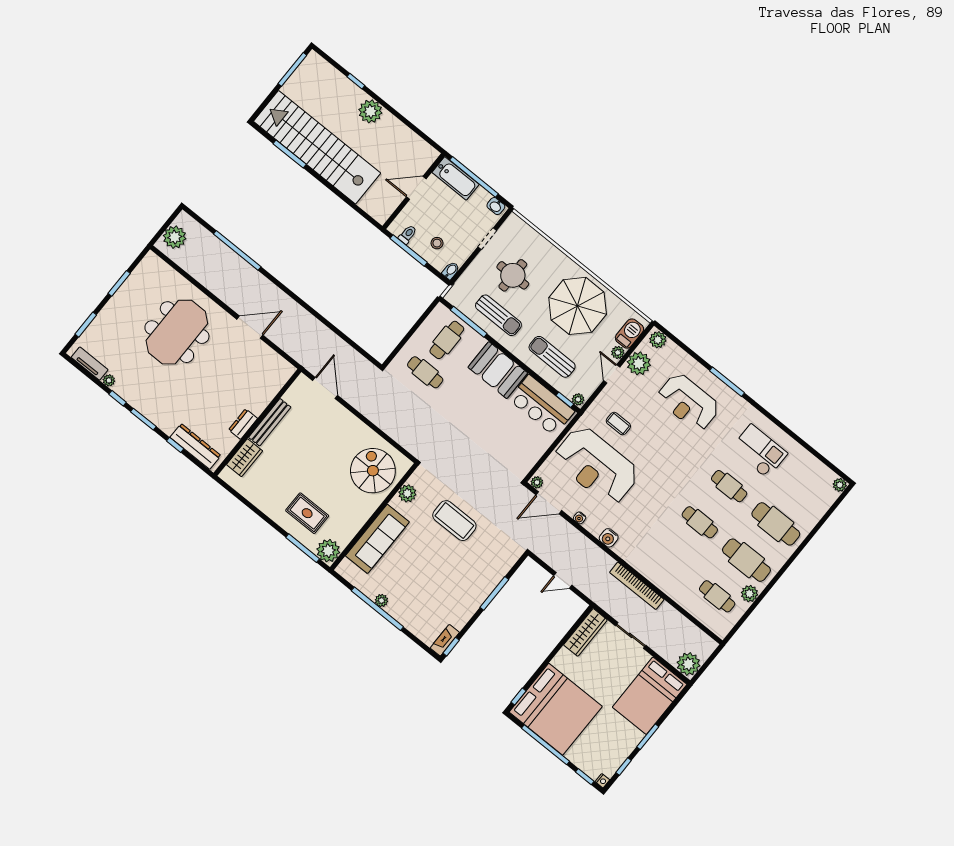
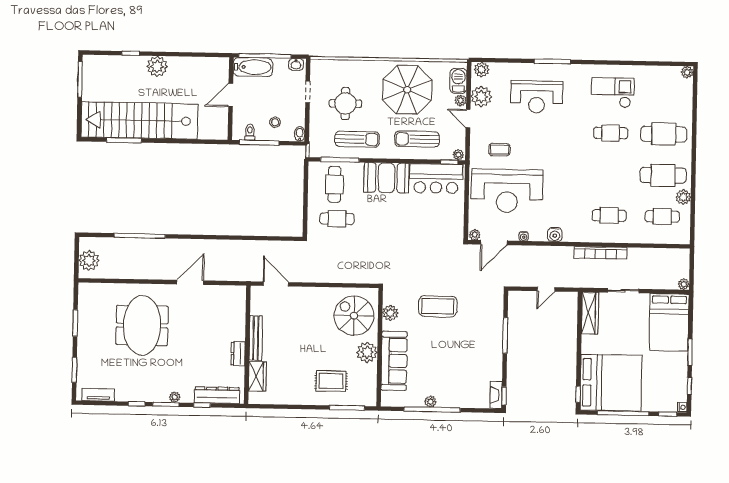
plant: (109, 380) -> (175, 397), moved
cafe table: (700, 522) -> (609, 215), moved
plant: (328, 551) -> (367, 352), moved
plant: (688, 664) -> (684, 284), width x0.53, depth x0.53

